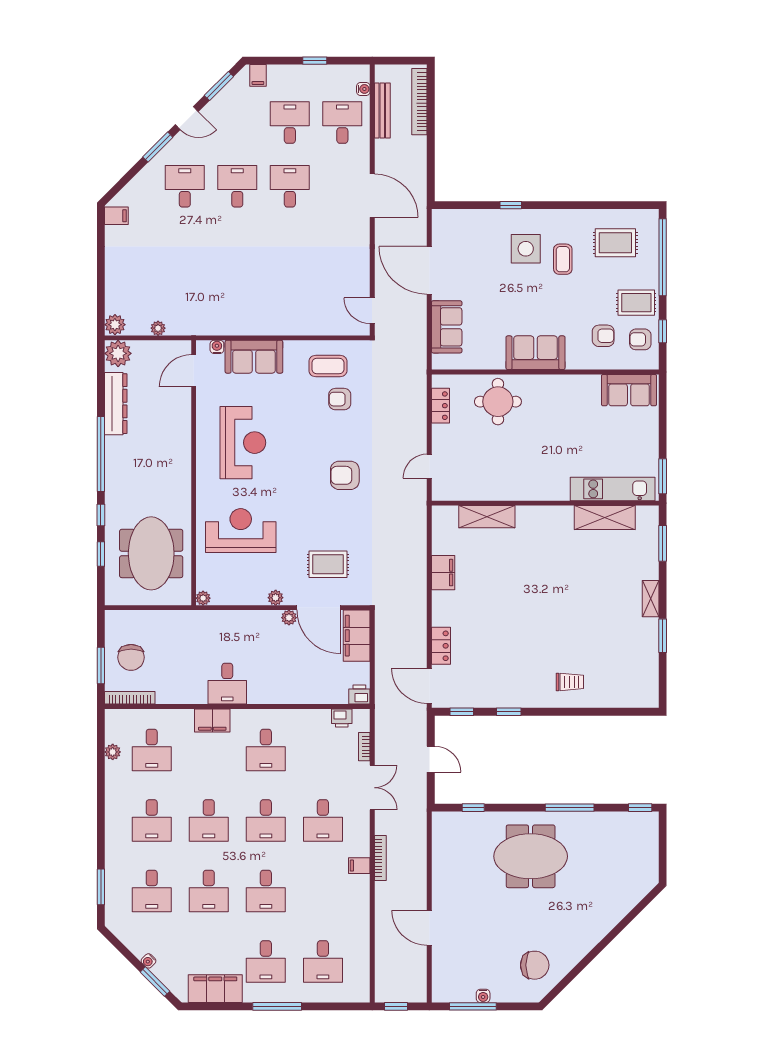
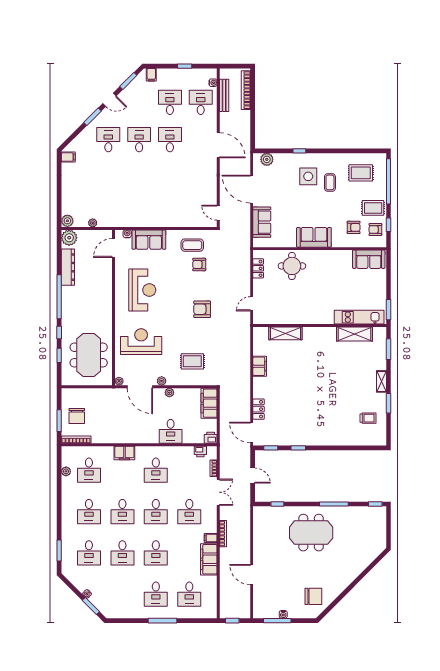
plant: (455, 220) -> (267, 159), added
door: (319, 608) -> (140, 387), moved
trolley: (570, 682) -> (368, 418), moved
desk: (227, 684) -> (171, 431), moved
filing cabinet: (215, 989) -> (209, 559), moved, turned -90

